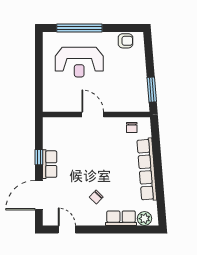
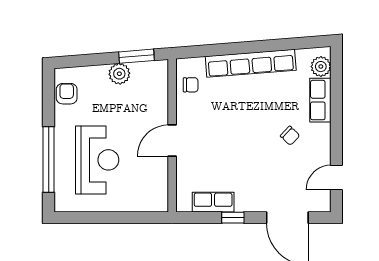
plant: (139, 78) -> (119, 74), added
row of seats: (50, 164) -> (213, 202), moved

